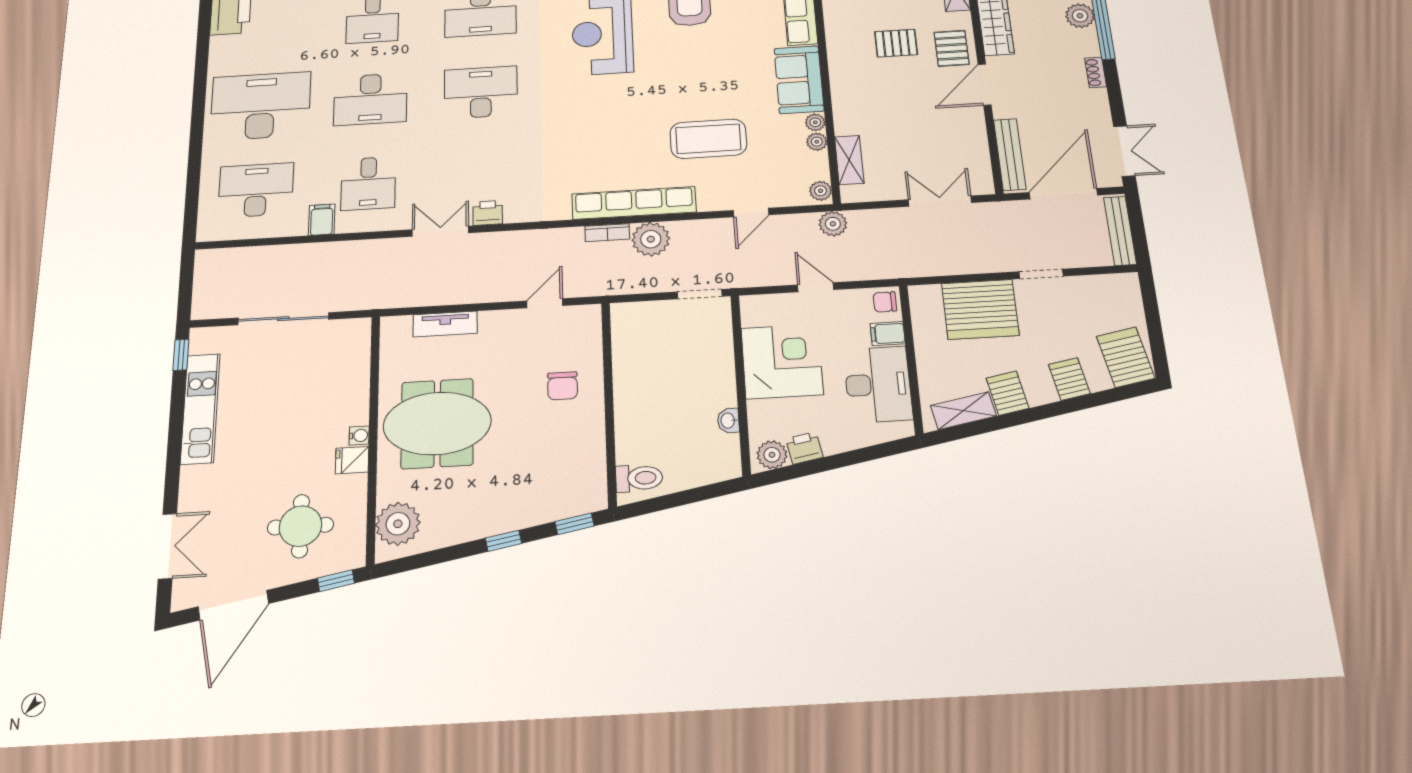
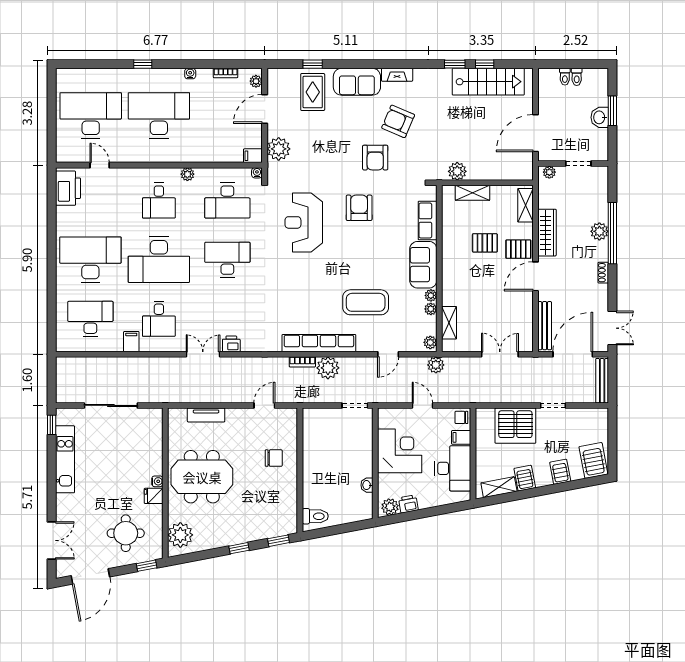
pallet: (952, 48) -> (518, 249), turned 90
desk: (370, 99) -> (159, 260), width x1.36, depth x1.30
chair: (563, 386) -> (274, 458), turned -90

